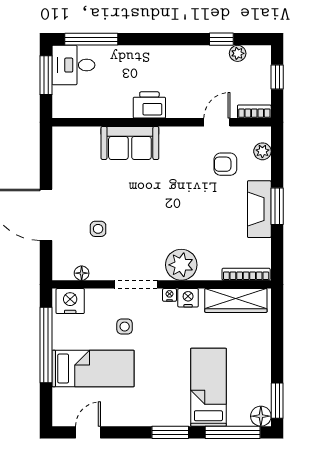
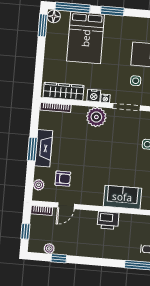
bed: (208, 387) -> (86, 38), width x1.50

